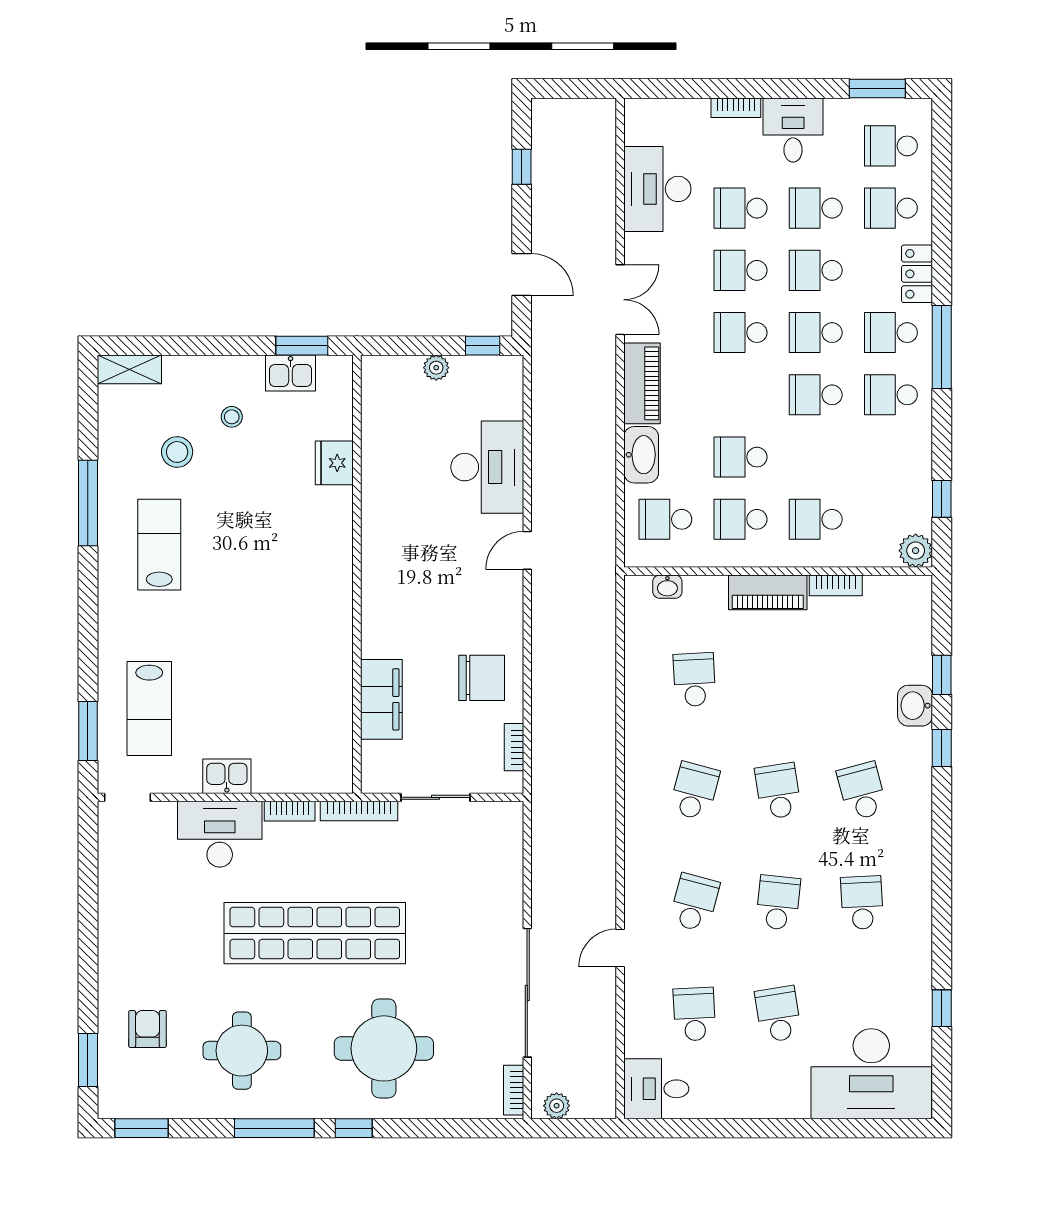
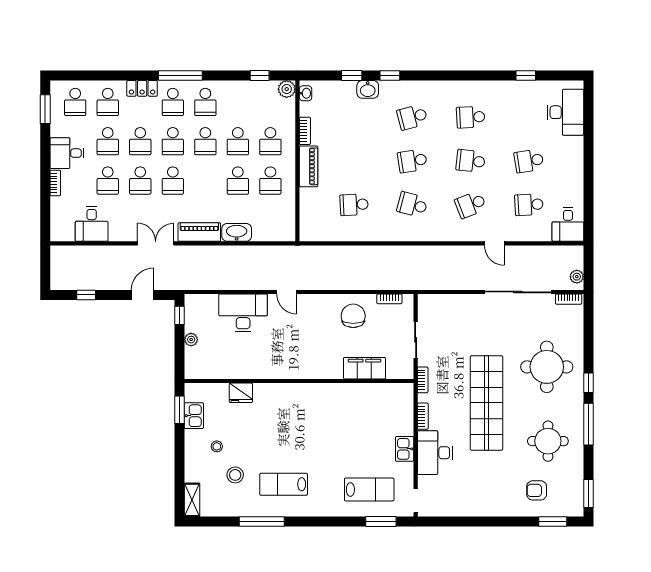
desk: (657, 189) -> (92, 224), width x0.73
school desk: (665, 519) -> (238, 141), moved
washbasin: (667, 587) -> (306, 93), moved
bookcase: (359, 811) -> (423, 380), width x0.64
school desk: (694, 903) -> (471, 205), turned -36
desk: (871, 1074) -> (565, 112), width x0.73, depth x0.77

